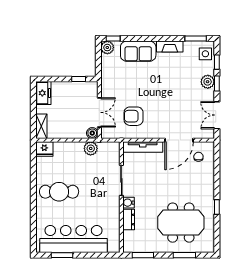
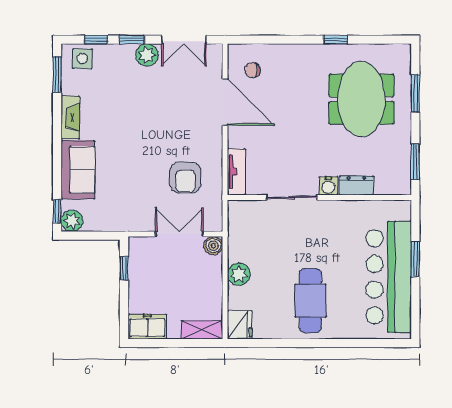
plant: (208, 82) -> (147, 55), moved
tv unit: (143, 147) -> (236, 172), width x0.71
plant: (91, 148) -> (239, 274), moved
window: (62, 255) -> (415, 259), moved

